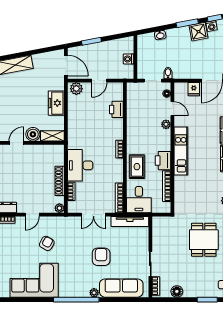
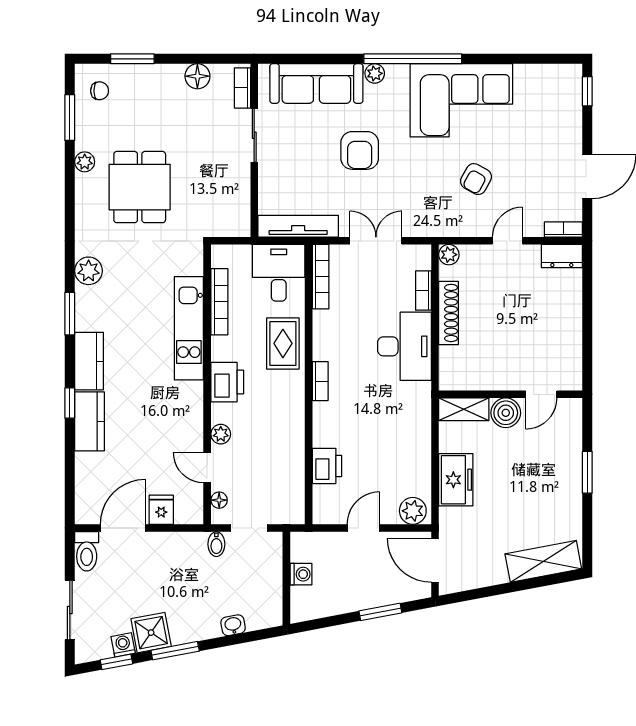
kitchen unit: (181, 151) -> (189, 328), moved
printer: (163, 161) -> (227, 382), moved
corner sofa: (34, 280) -> (461, 100), moved

